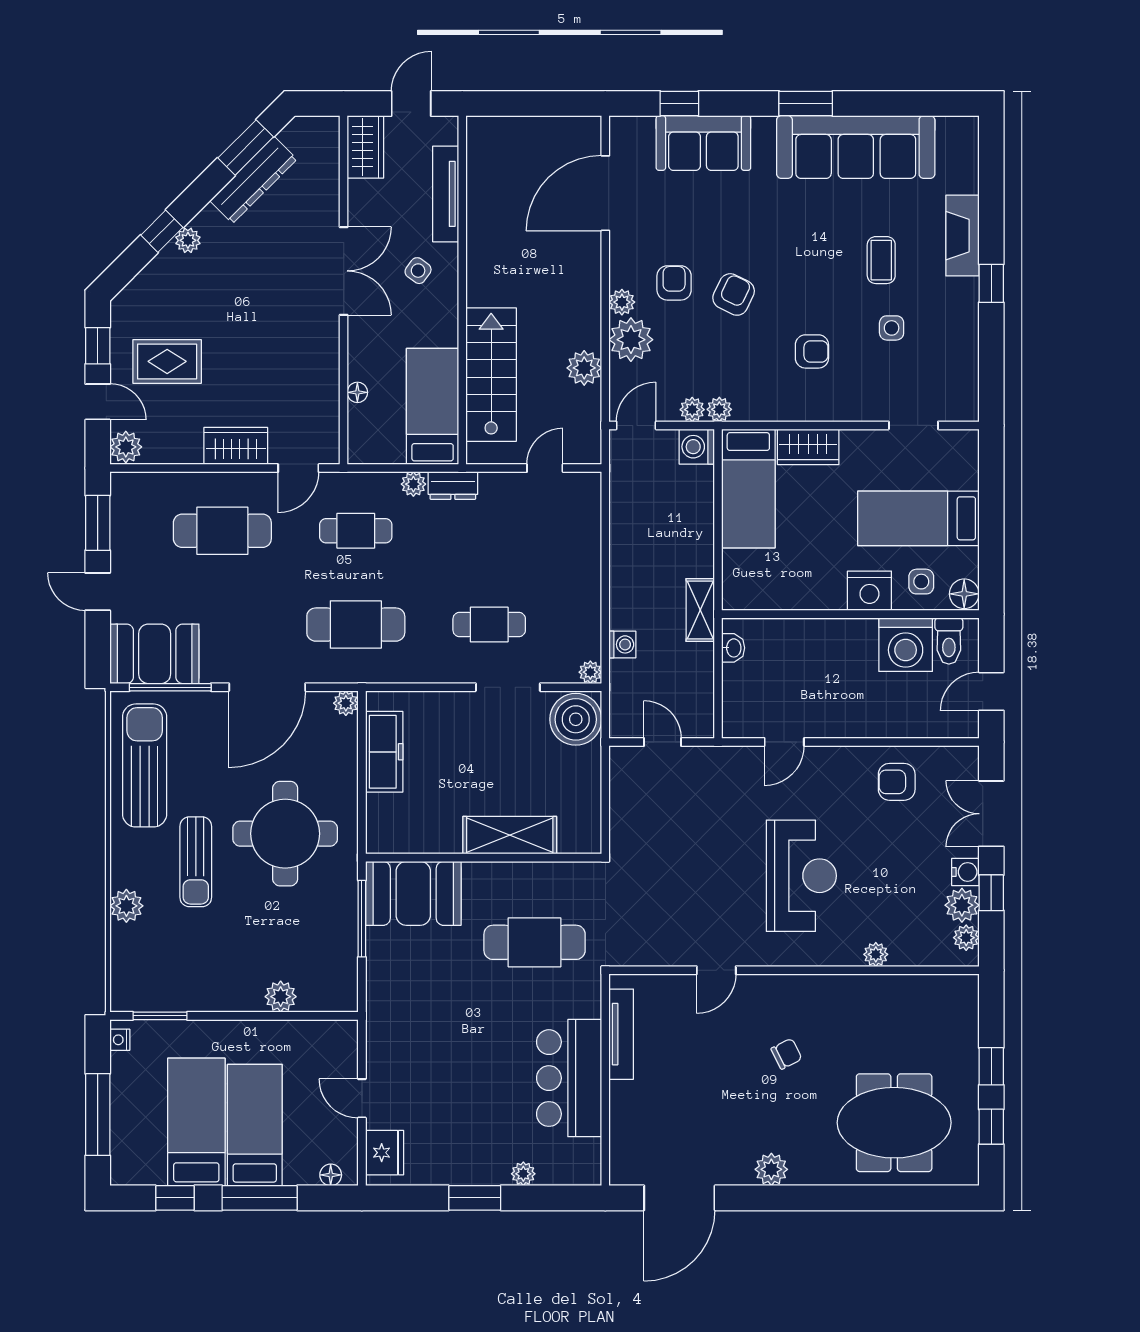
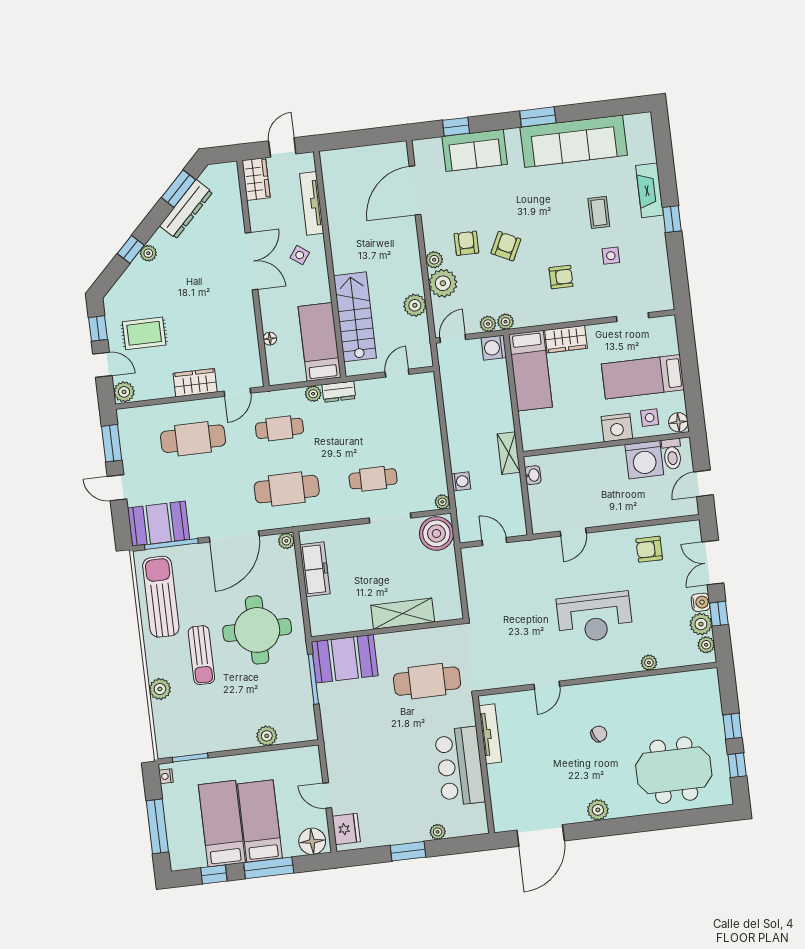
reception desk: (801, 876) -> (595, 617), turned 90
floor lamp: (331, 1175) -> (312, 841), width x1.89, depth x1.89

